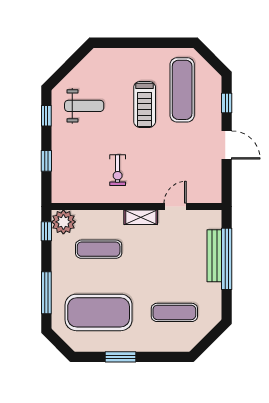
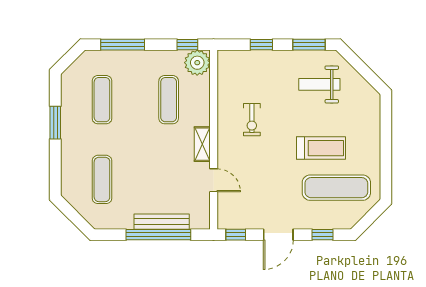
treadmill: (145, 104) -> (321, 148), turned 180
weight bench: (84, 106) -> (319, 84), turned 90
window: (46, 116) -> (309, 45), width x1.50
exercise bike: (118, 170) -> (252, 120), turned -90
window: (227, 185) -> (236, 235), added
exercise mat: (99, 312) -> (102, 100), width x0.50, depth x0.69

